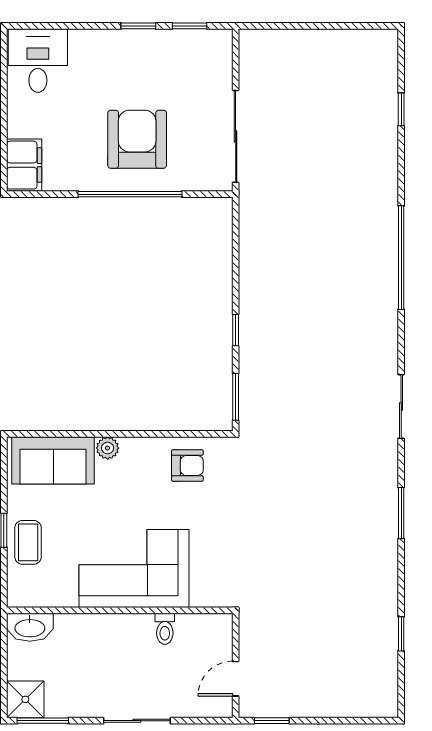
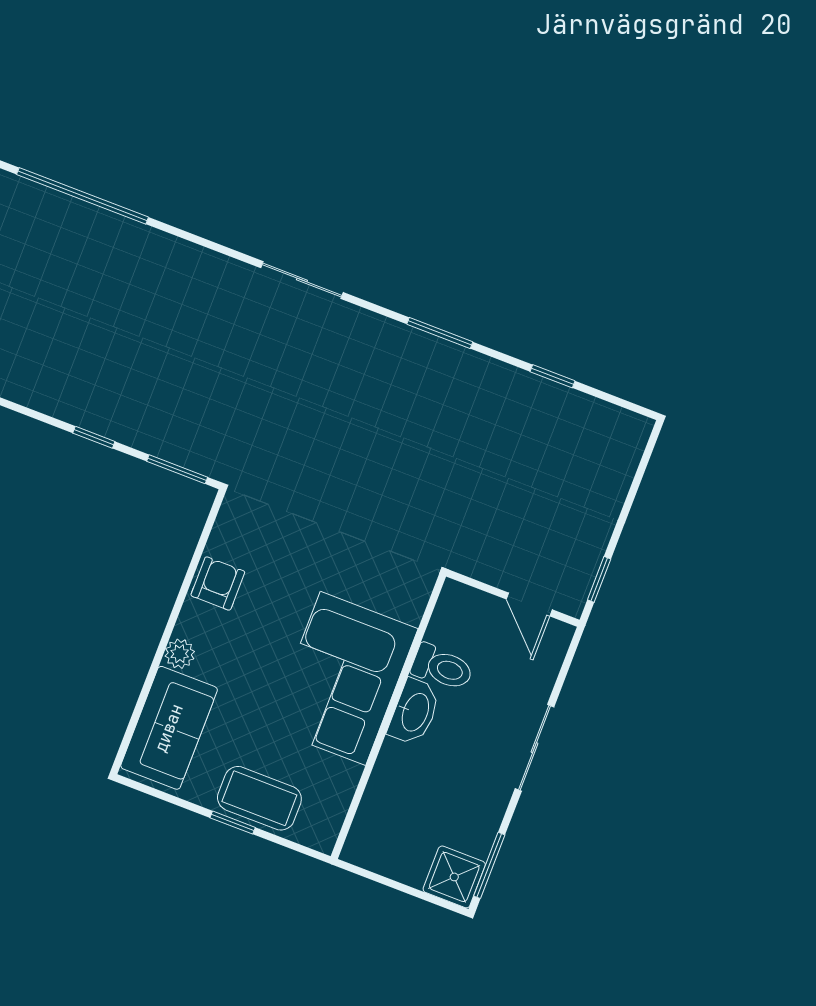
sliding door: (401, 406) -> (302, 280), moved
armchair: (187, 466) -> (218, 584), moved
window: (401, 513) -> (440, 333), moved
coffee table: (28, 542) -> (259, 798), width x1.36, depth x1.30
washbasin: (30, 627) -> (414, 712), moved
toilet: (165, 629) -> (442, 667), width x1.37, depth x1.39

